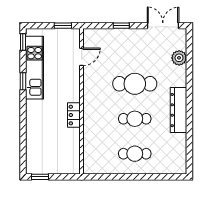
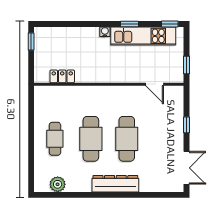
plant: (179, 58) -> (58, 184), moved
water cooler: (31, 105) -> (105, 32), added
dresser: (178, 110) -> (115, 184), moved
locker: (74, 115) -> (62, 76), moved
cafe table: (135, 119) -> (91, 139), width x1.37, depth x1.35

